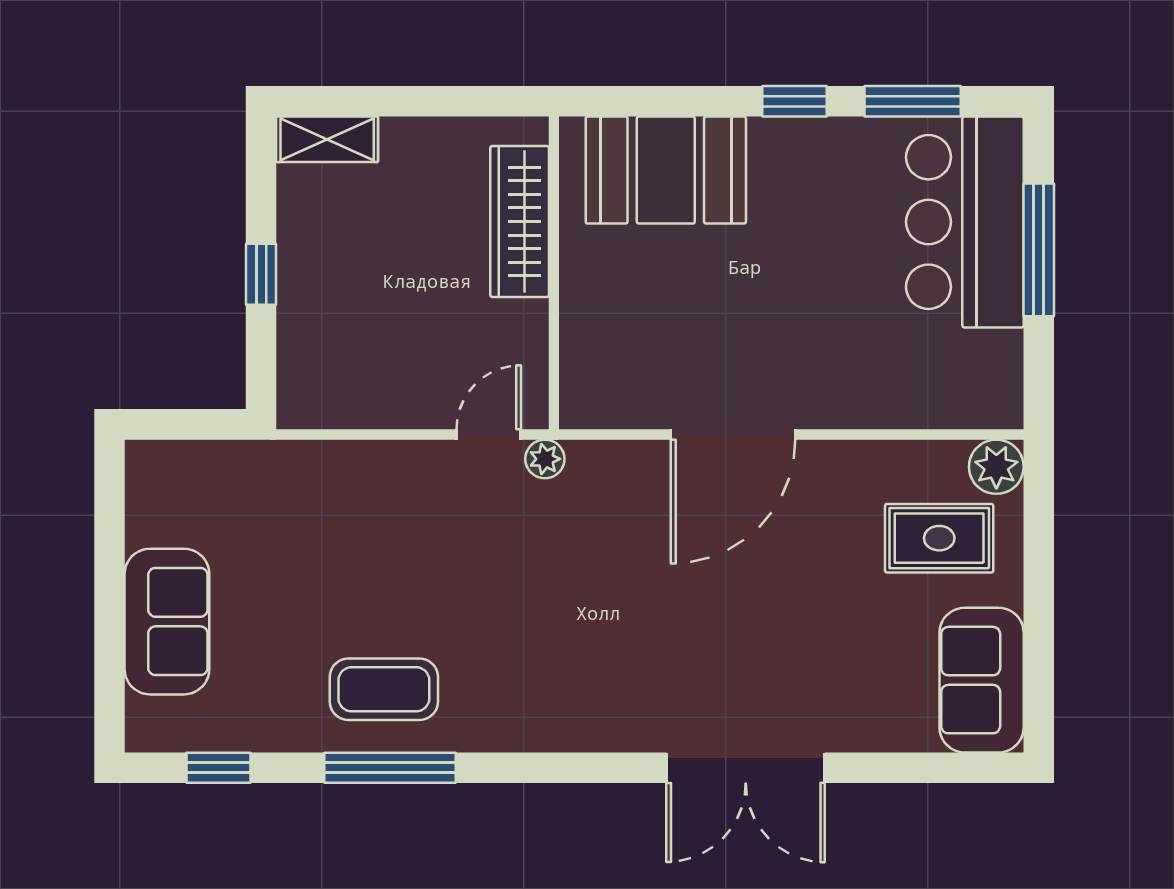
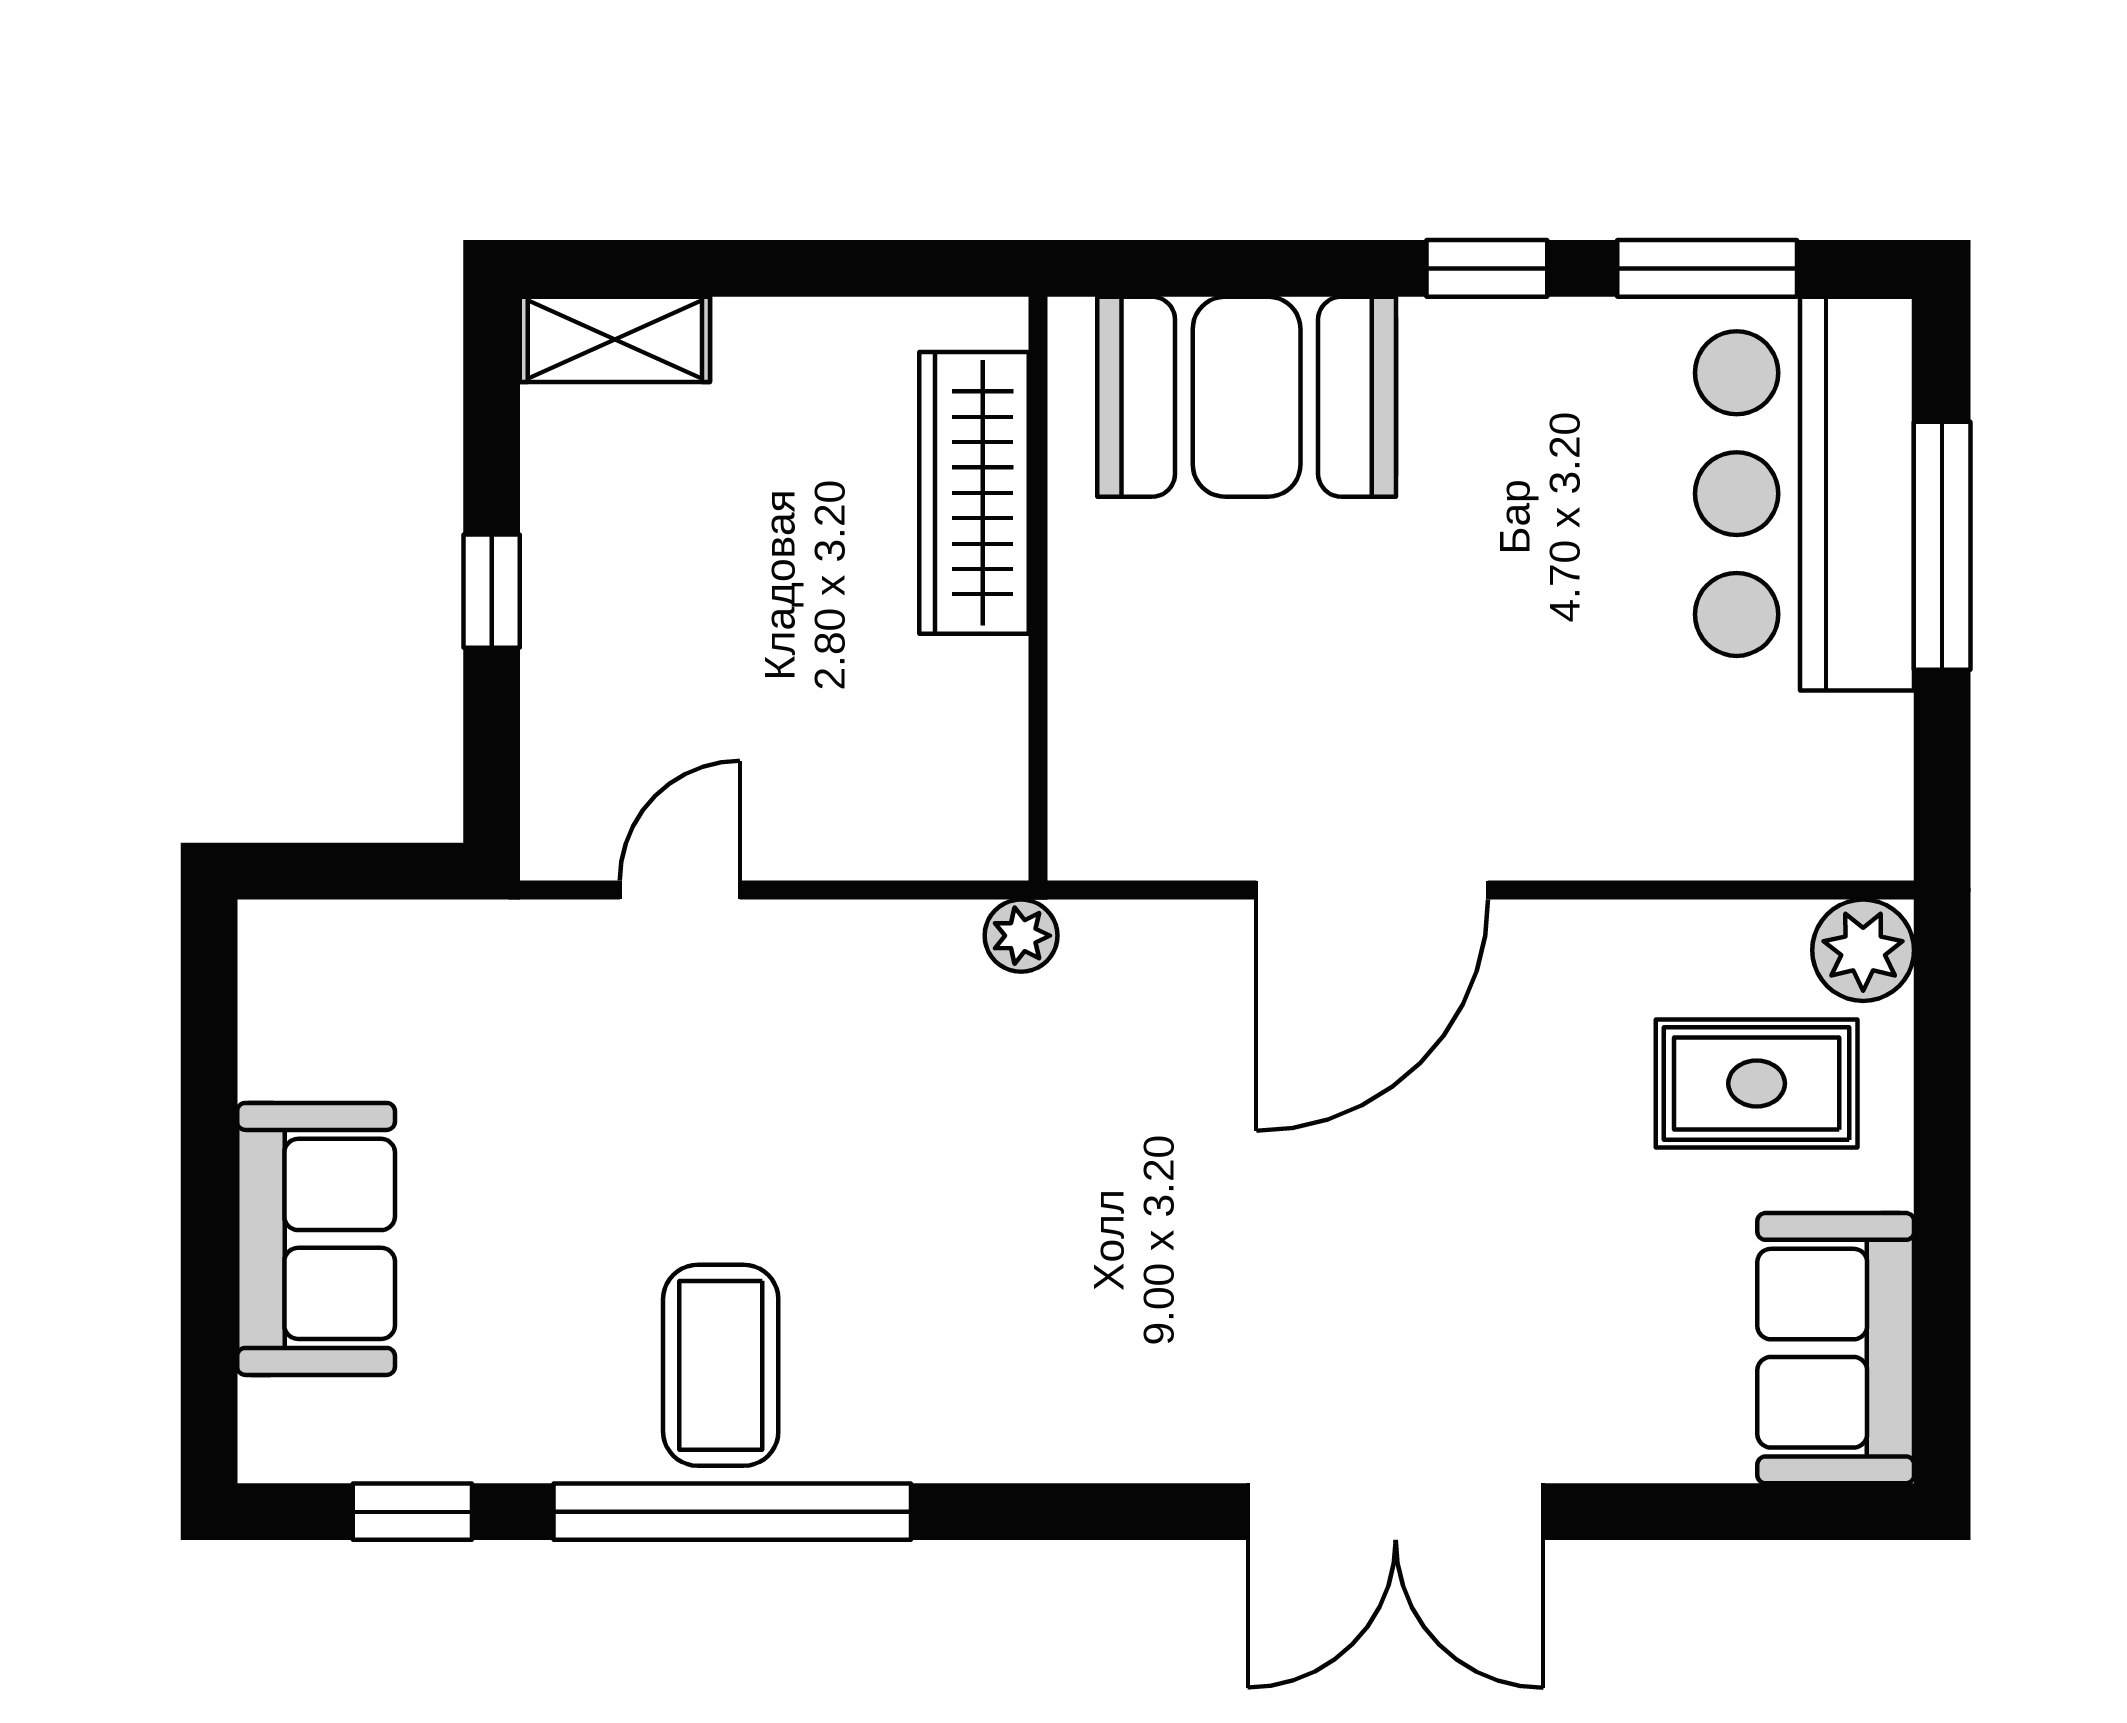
door: (489, 434) -> (680, 890), moved
coffee table: (384, 689) -> (721, 1365), turned 90
window: (390, 768) -> (732, 1512), width x1.46

